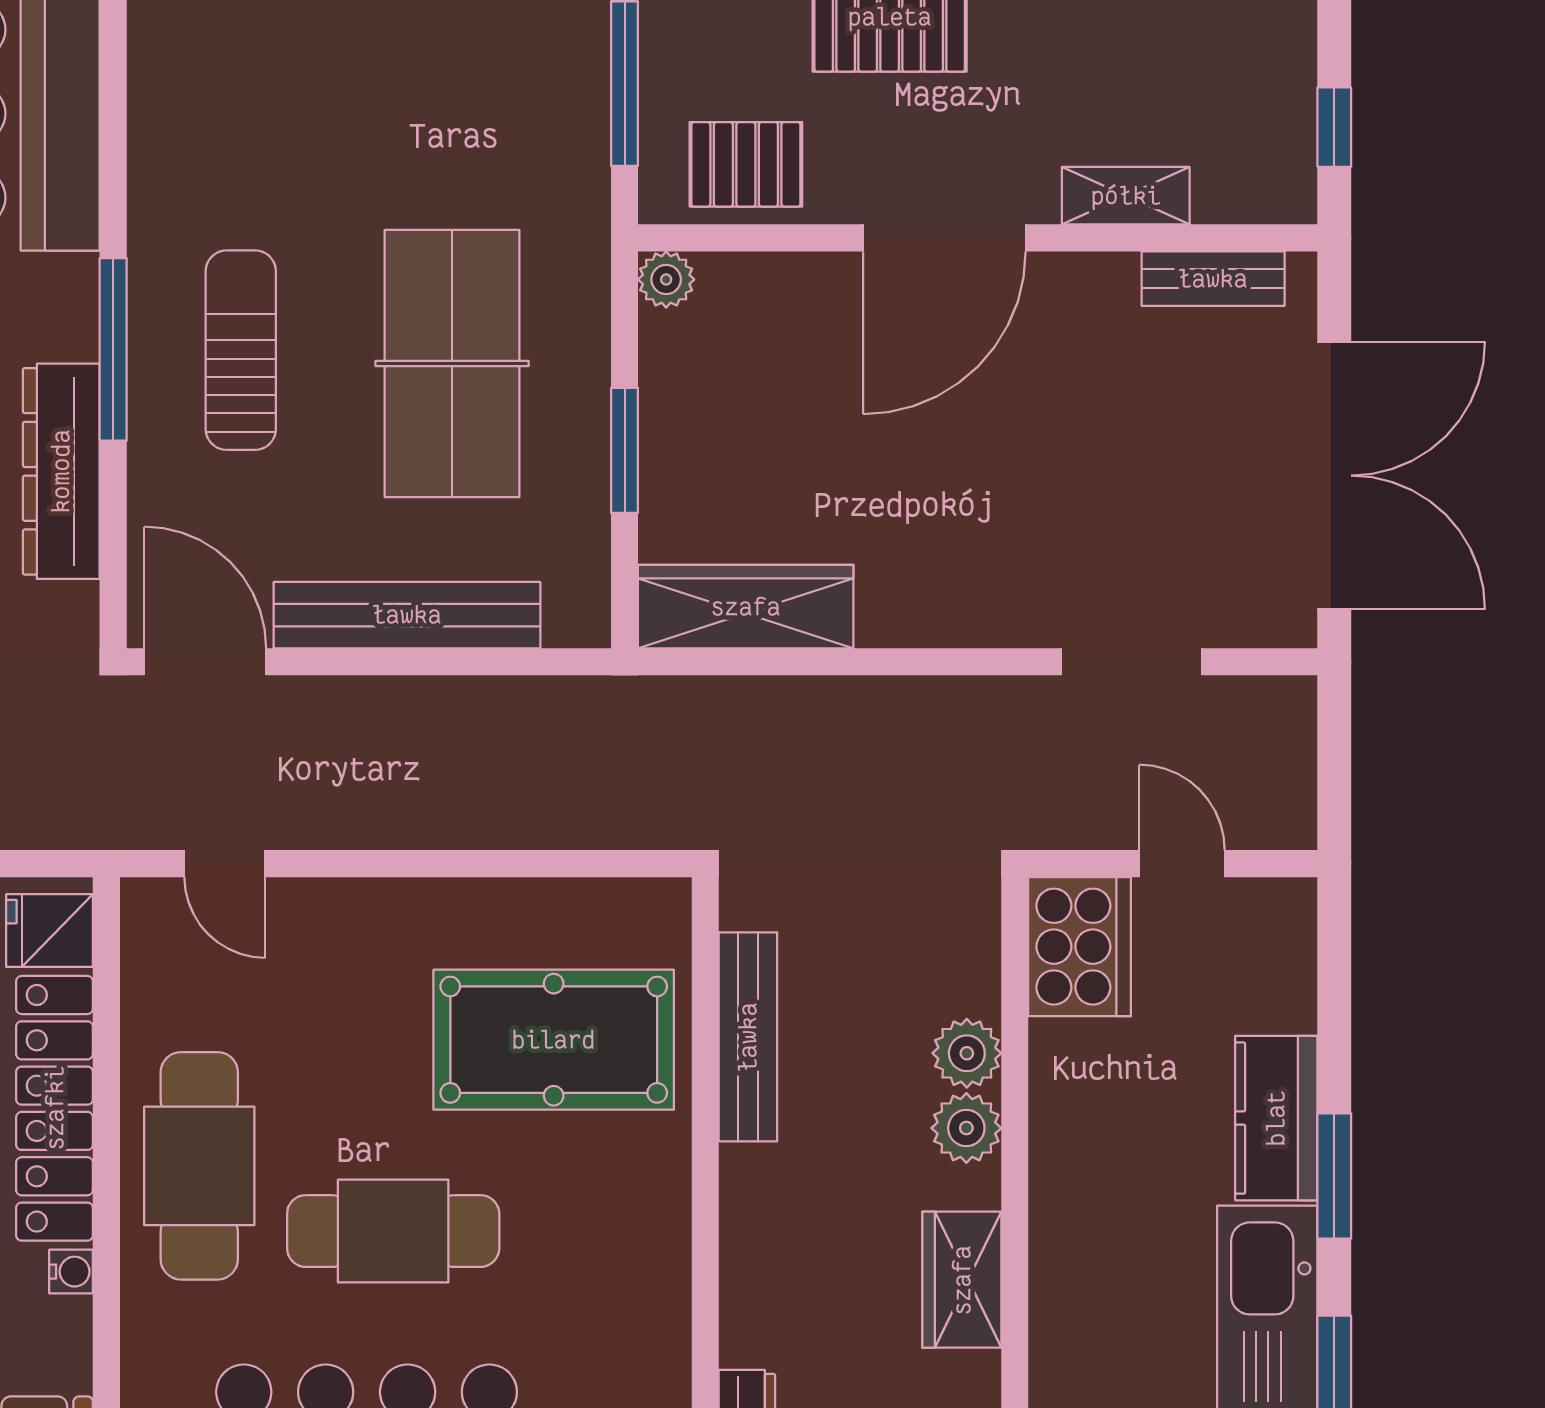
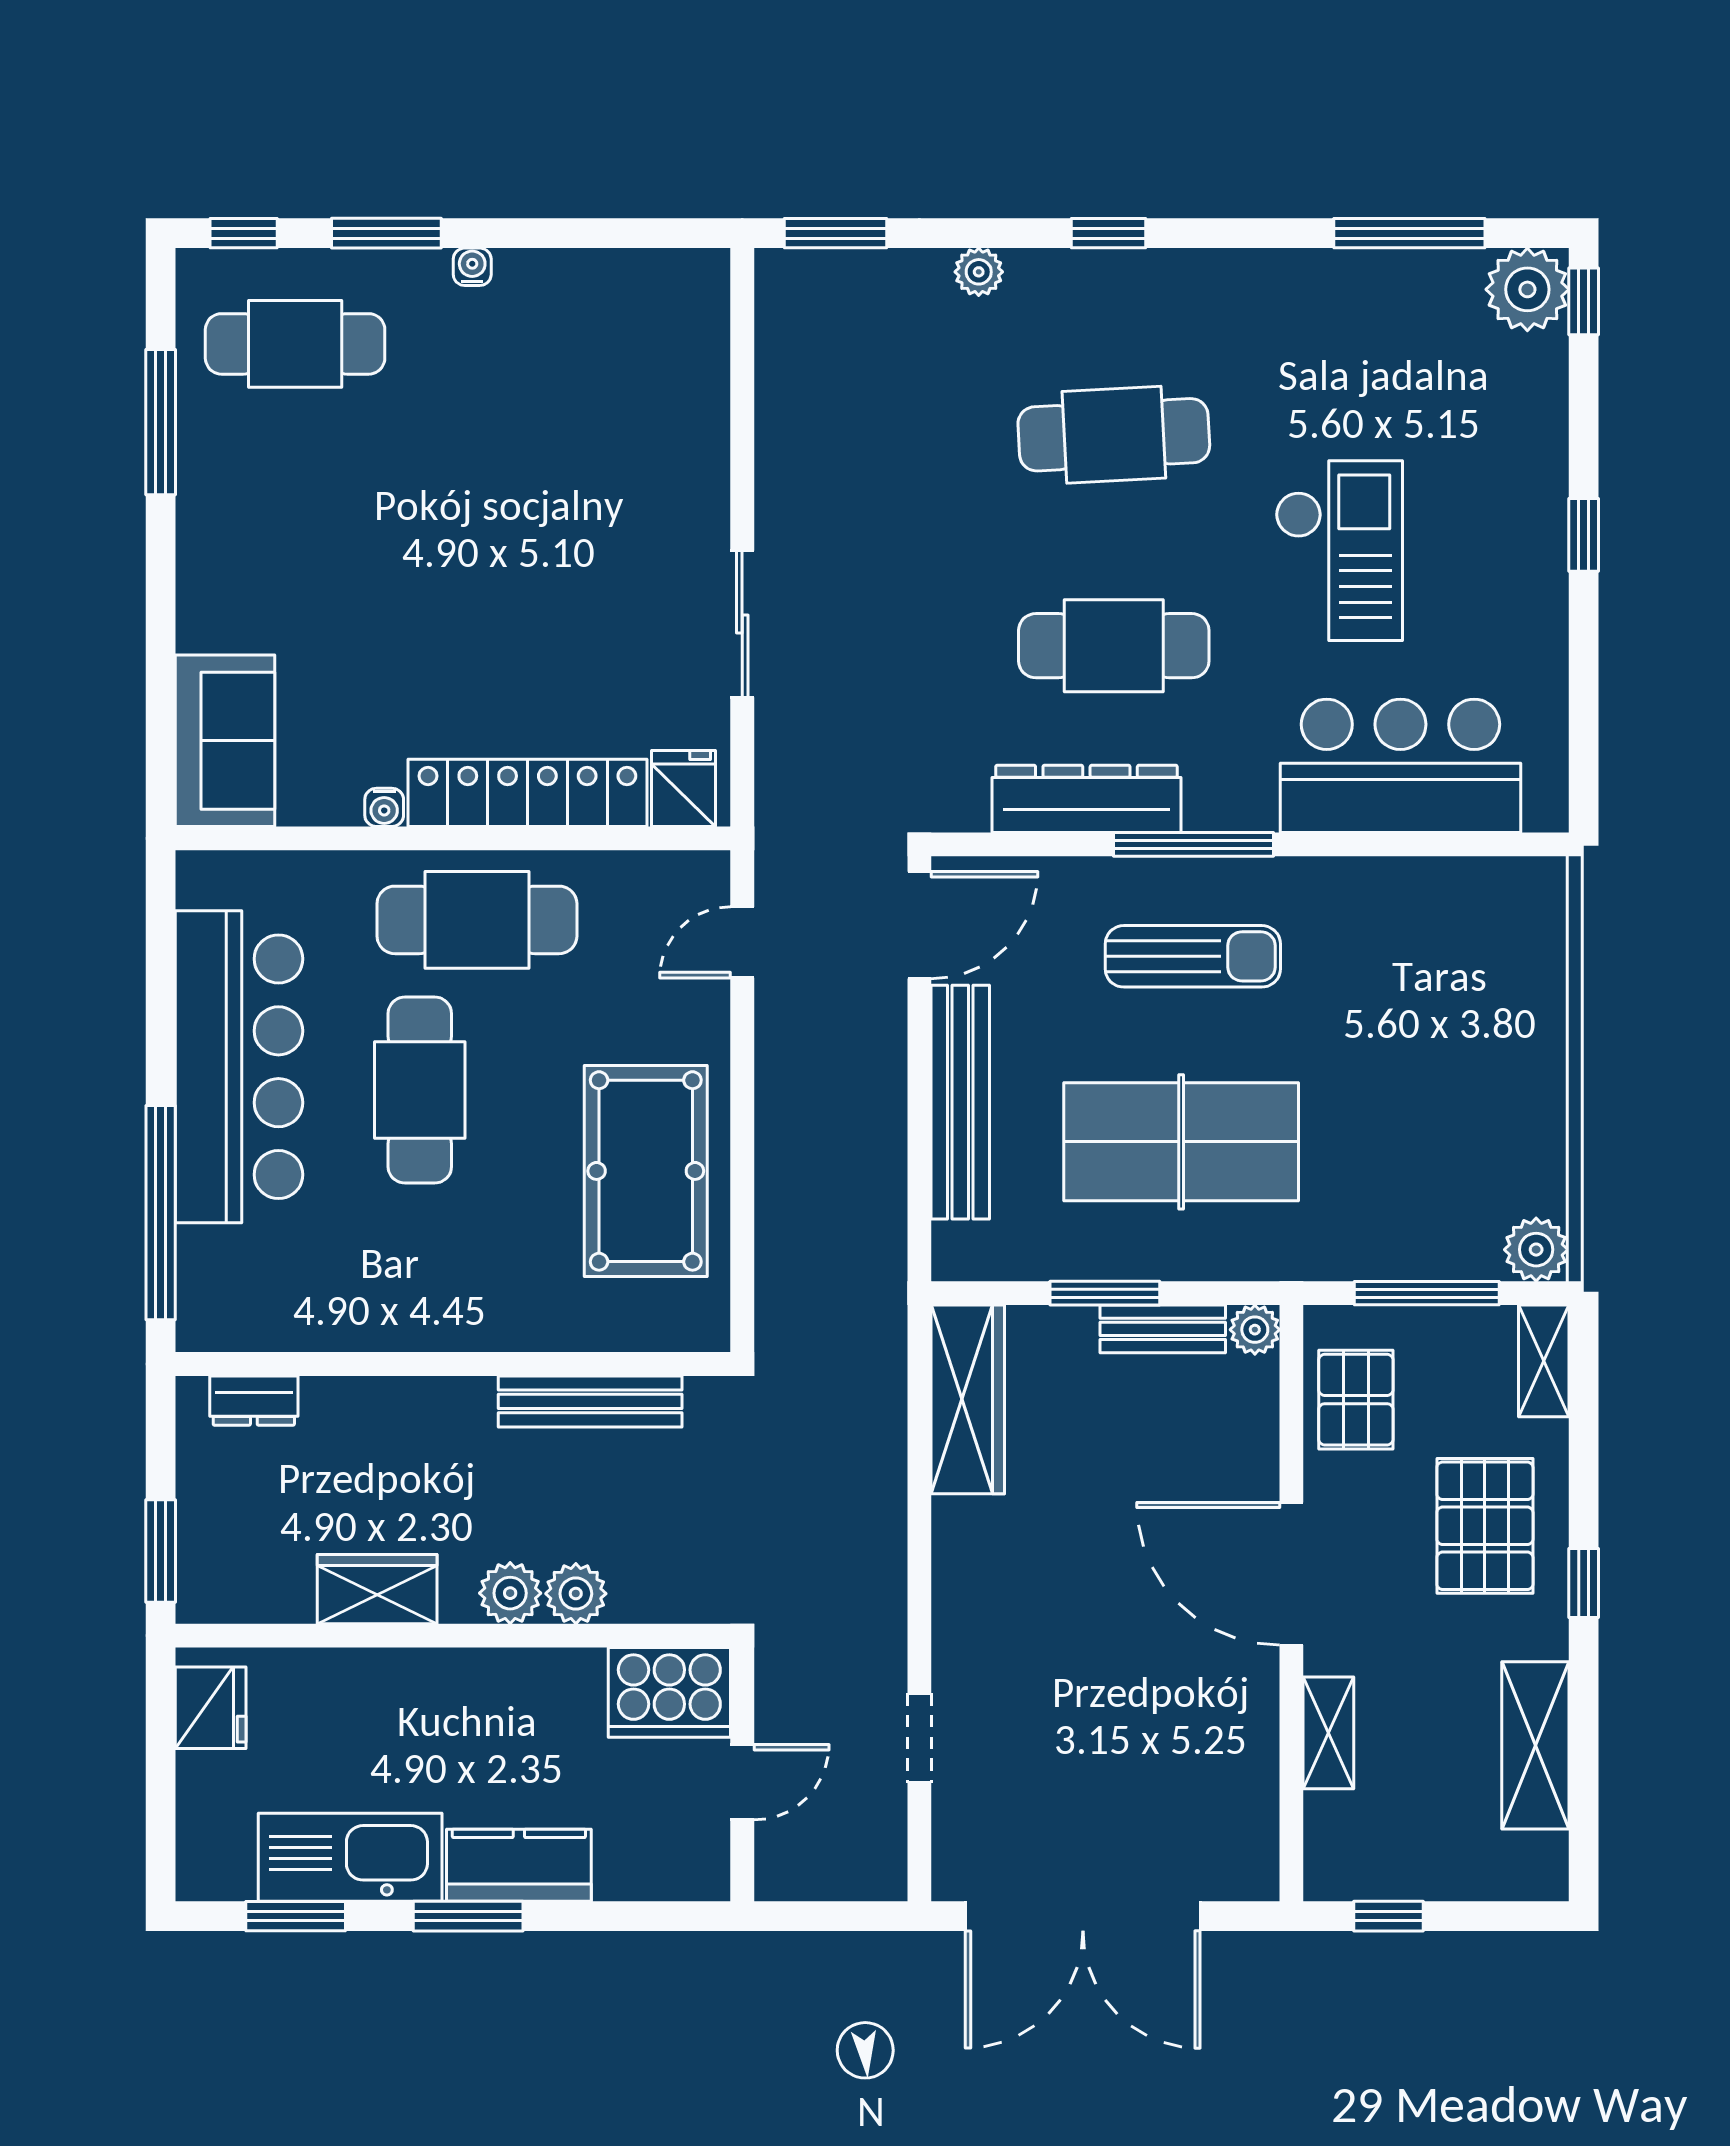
bench: (1213, 279) -> (1163, 1329), moved, turned 90
doorway: (1132, 662) -> (919, 1738), width x0.73
pool table: (554, 1040) -> (646, 1171), moved

